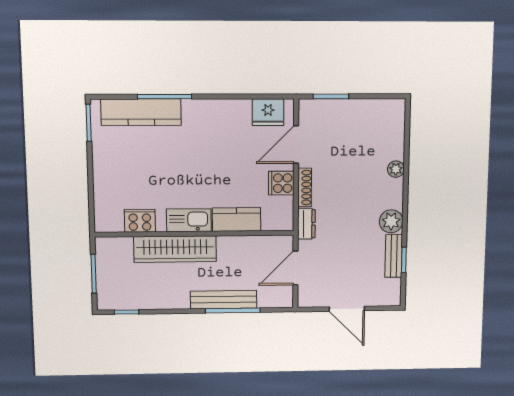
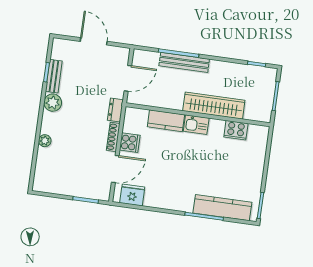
kitchen sink: (189, 220) -> (196, 125), width x0.73

